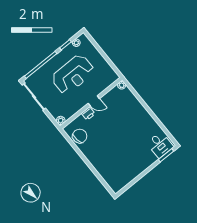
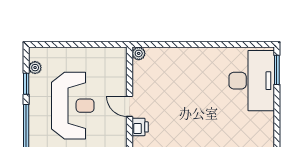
door: (94, 101) -> (130, 106), swing flipped
desk: (160, 145) -> (252, 81), width x1.87, depth x1.30

